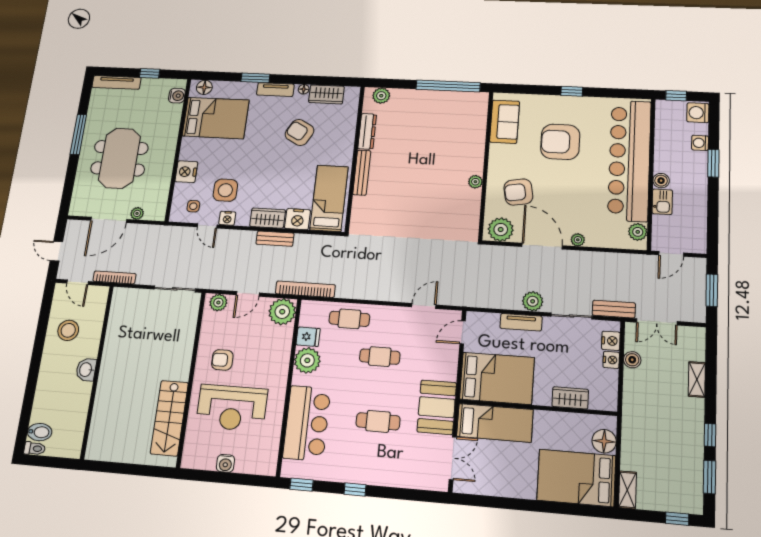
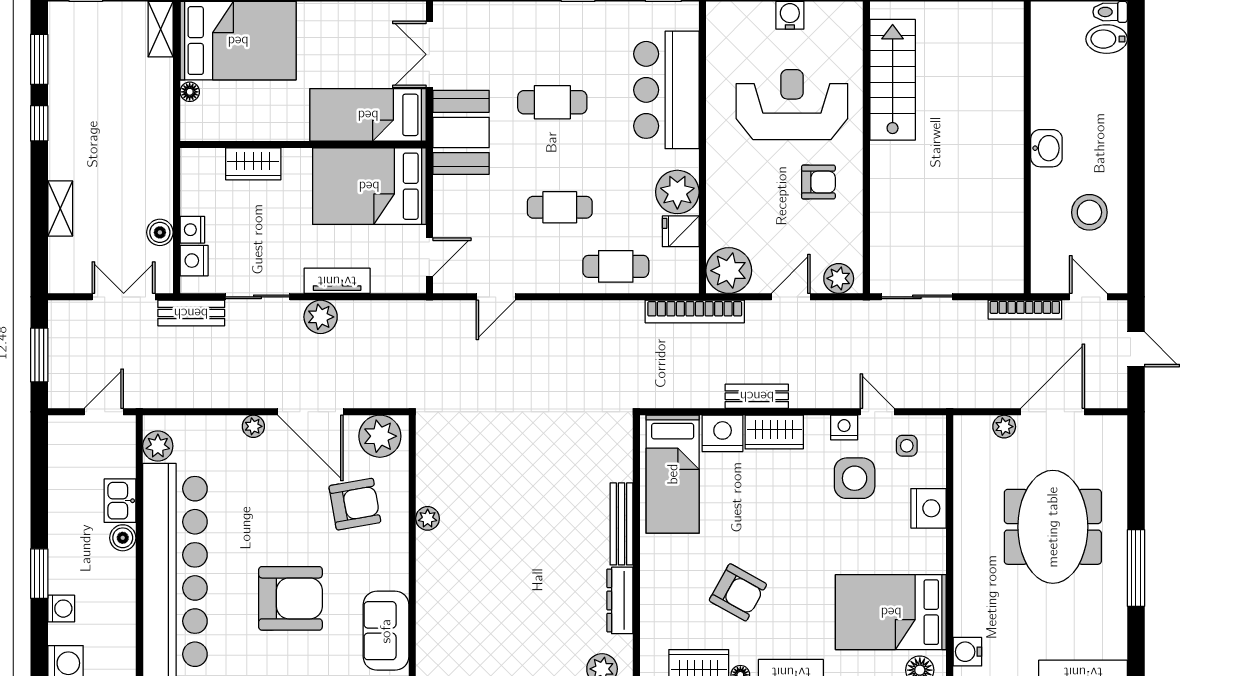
floor lamp: (604, 441) -> (190, 92), width x0.53, depth x0.53

